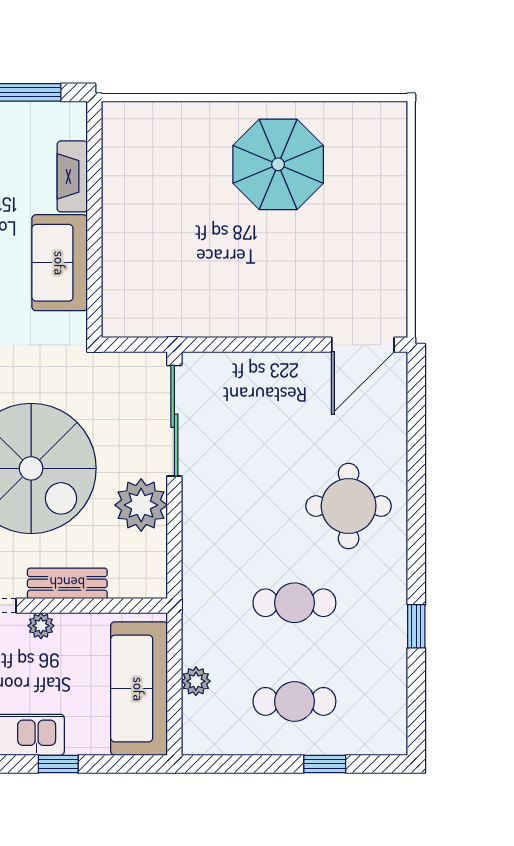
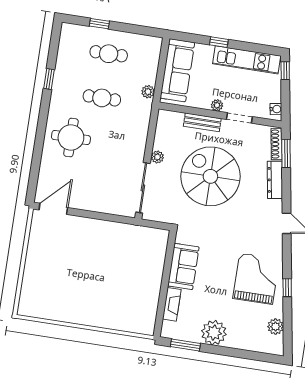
parasol: (278, 164) -> (79, 295), removed
plant: (141, 505) -> (157, 157), width x0.53, depth x0.53
plant: (196, 681) -> (148, 92), moved

